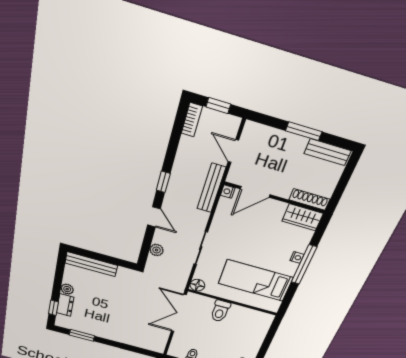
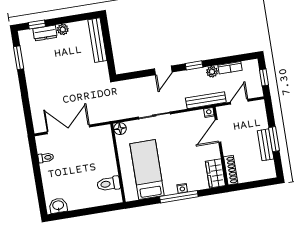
bookcase: (192, 120) -> (230, 68), moved
bench: (327, 152) -> (266, 145), moved
door: (255, 192) -> (218, 131), hinge flipped
plant: (157, 250) -> (212, 72), moved
toilet: (220, 311) -> (109, 184), moved
double door: (179, 313) -> (68, 129), moved

